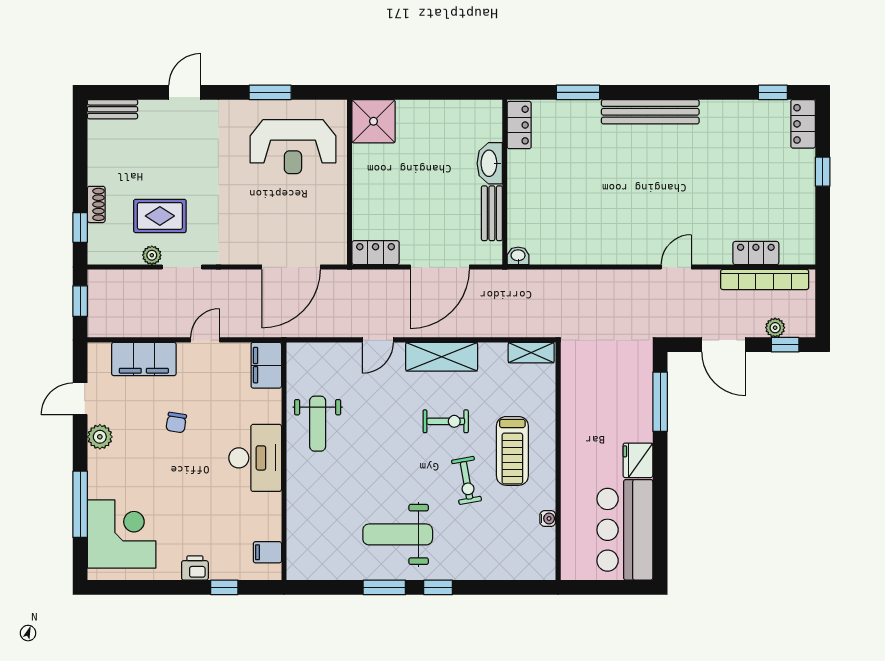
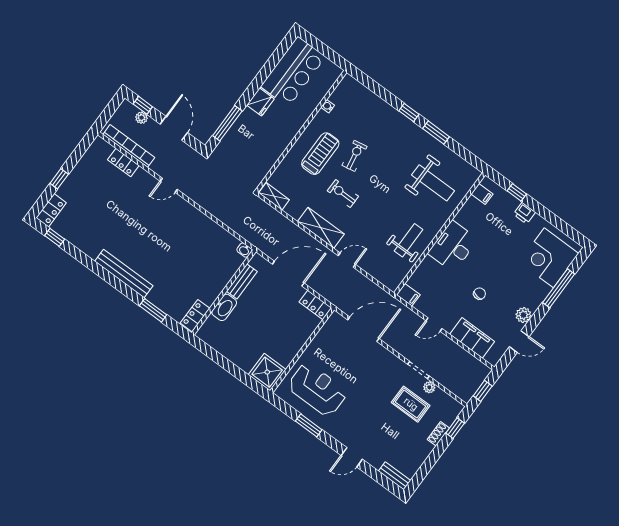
filing cabinet: (266, 365) -> (408, 295), width x0.50
weight bench: (398, 534) -> (433, 183), moved

